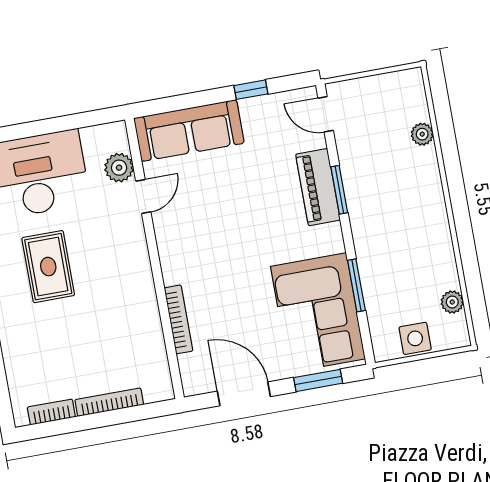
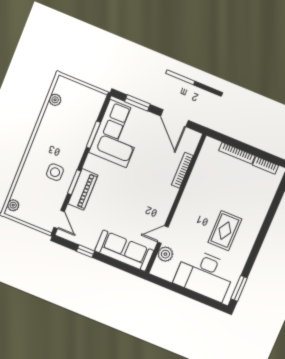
plant: (422, 134) -> (13, 205), moved
side table: (415, 338) -> (55, 172), moved

